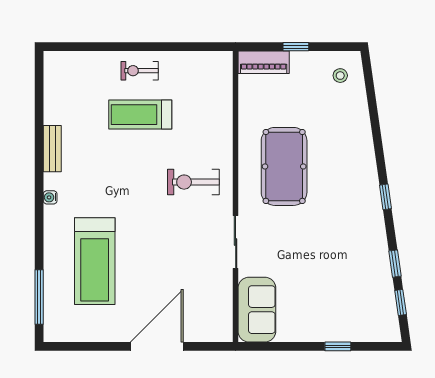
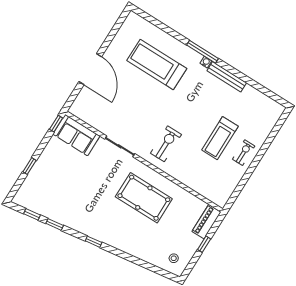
treadmill: (140, 115) -> (220, 138), turned 180
bench: (52, 149) -> (227, 77), width x1.36
window: (39, 297) -> (202, 52), moved
window: (259, 346) -> (56, 124), added

